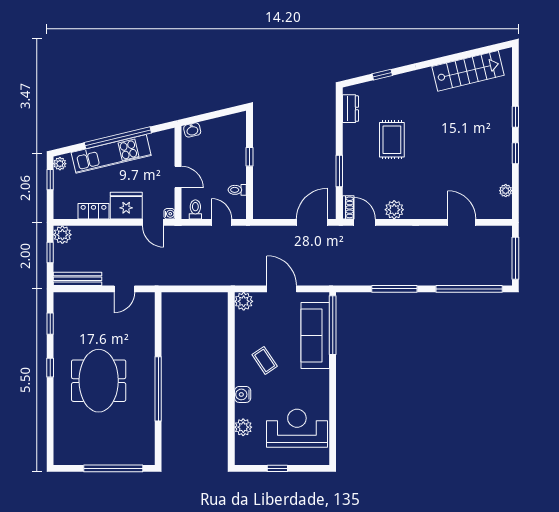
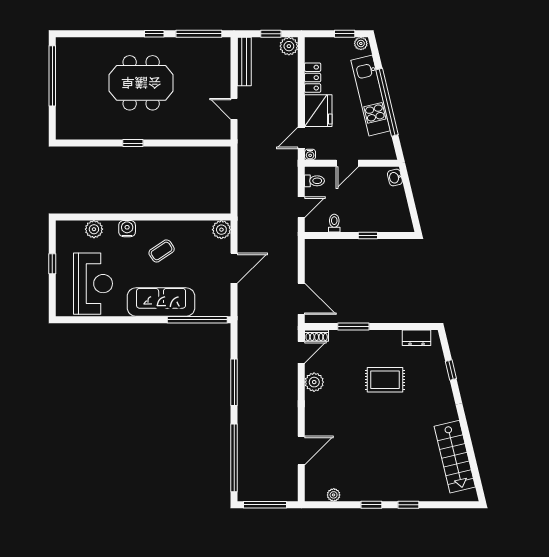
window: (50, 324) -> (199, 34), width x2.17
sofa: (315, 335) -> (161, 302), moved
window: (158, 389) -> (133, 143), width x0.32
window: (113, 468) -> (52, 76), moved

